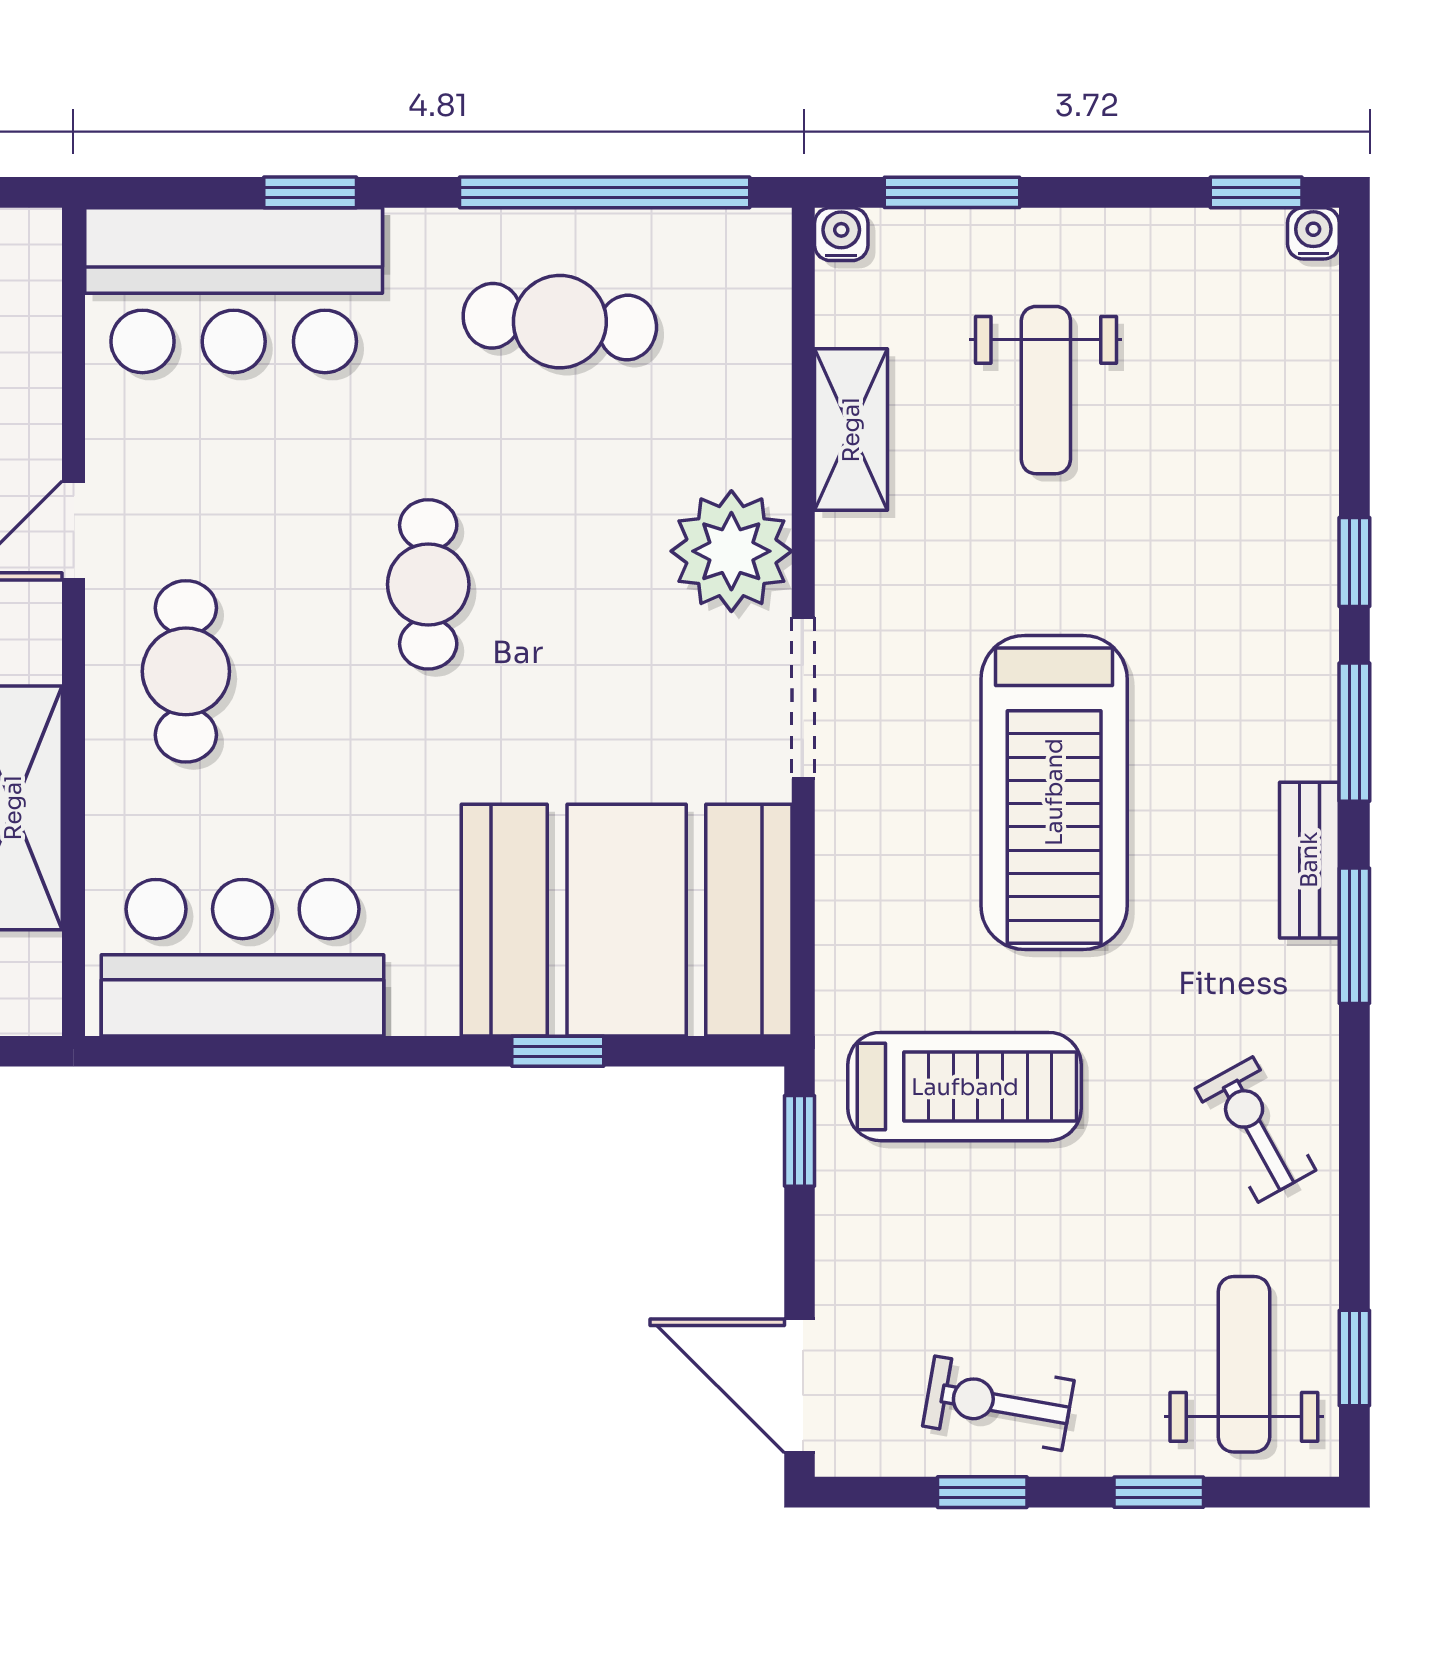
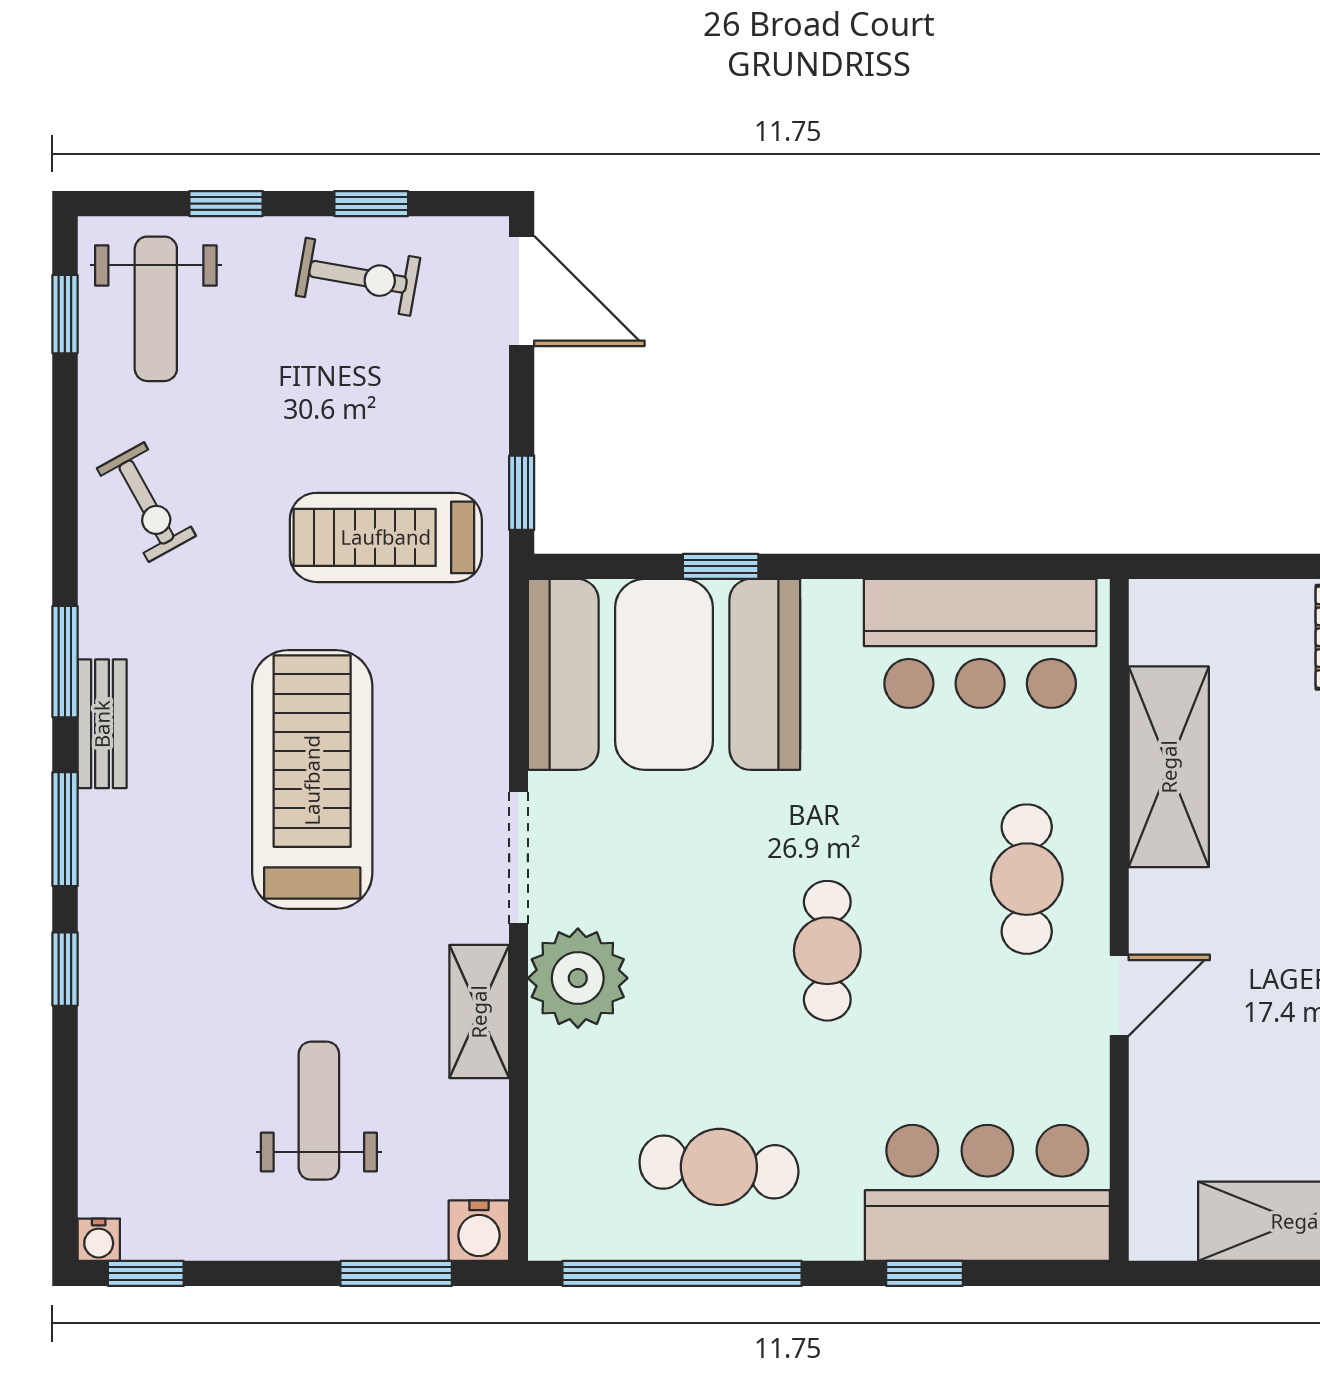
water cooler: (841, 234) -> (479, 1231), width x1.38, depth x1.38
shelving: (851, 430) -> (479, 1012), moved

